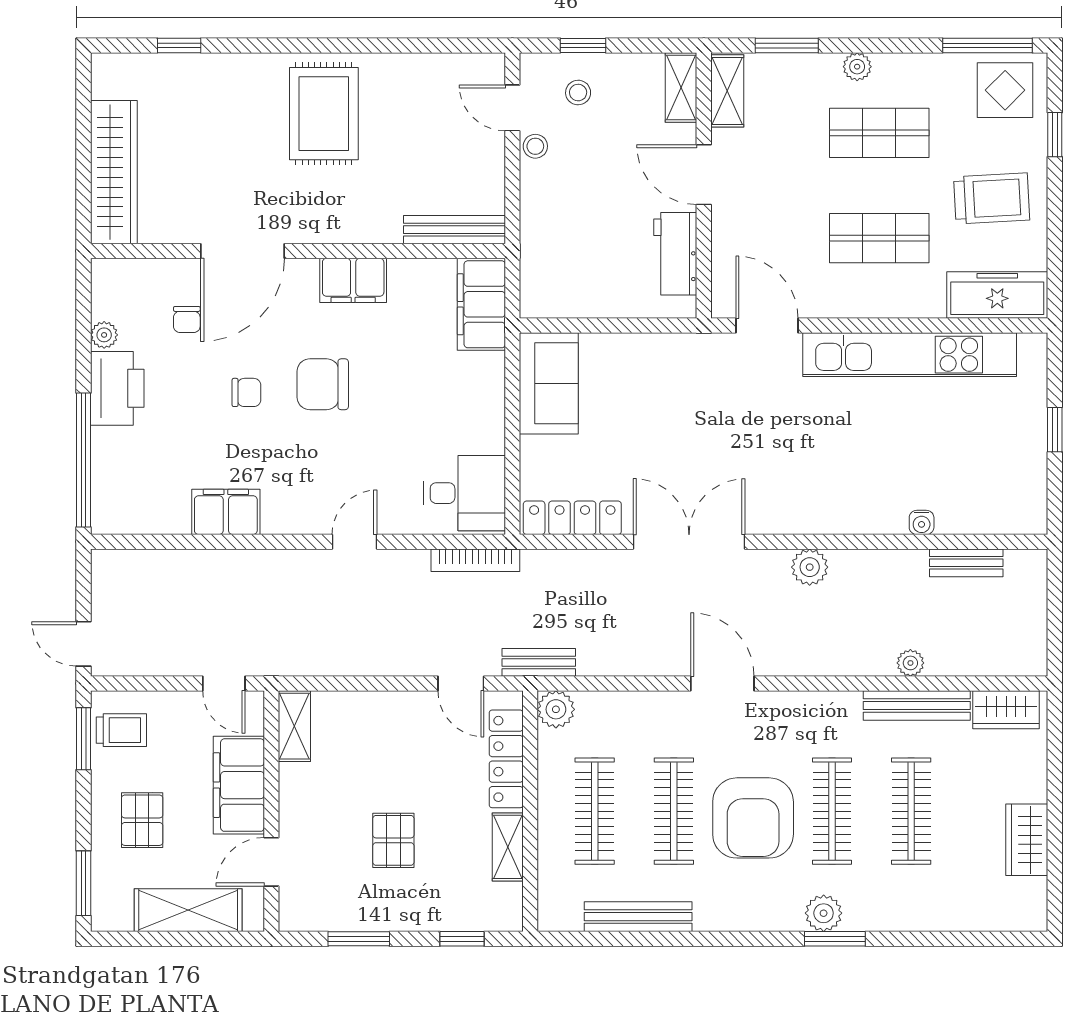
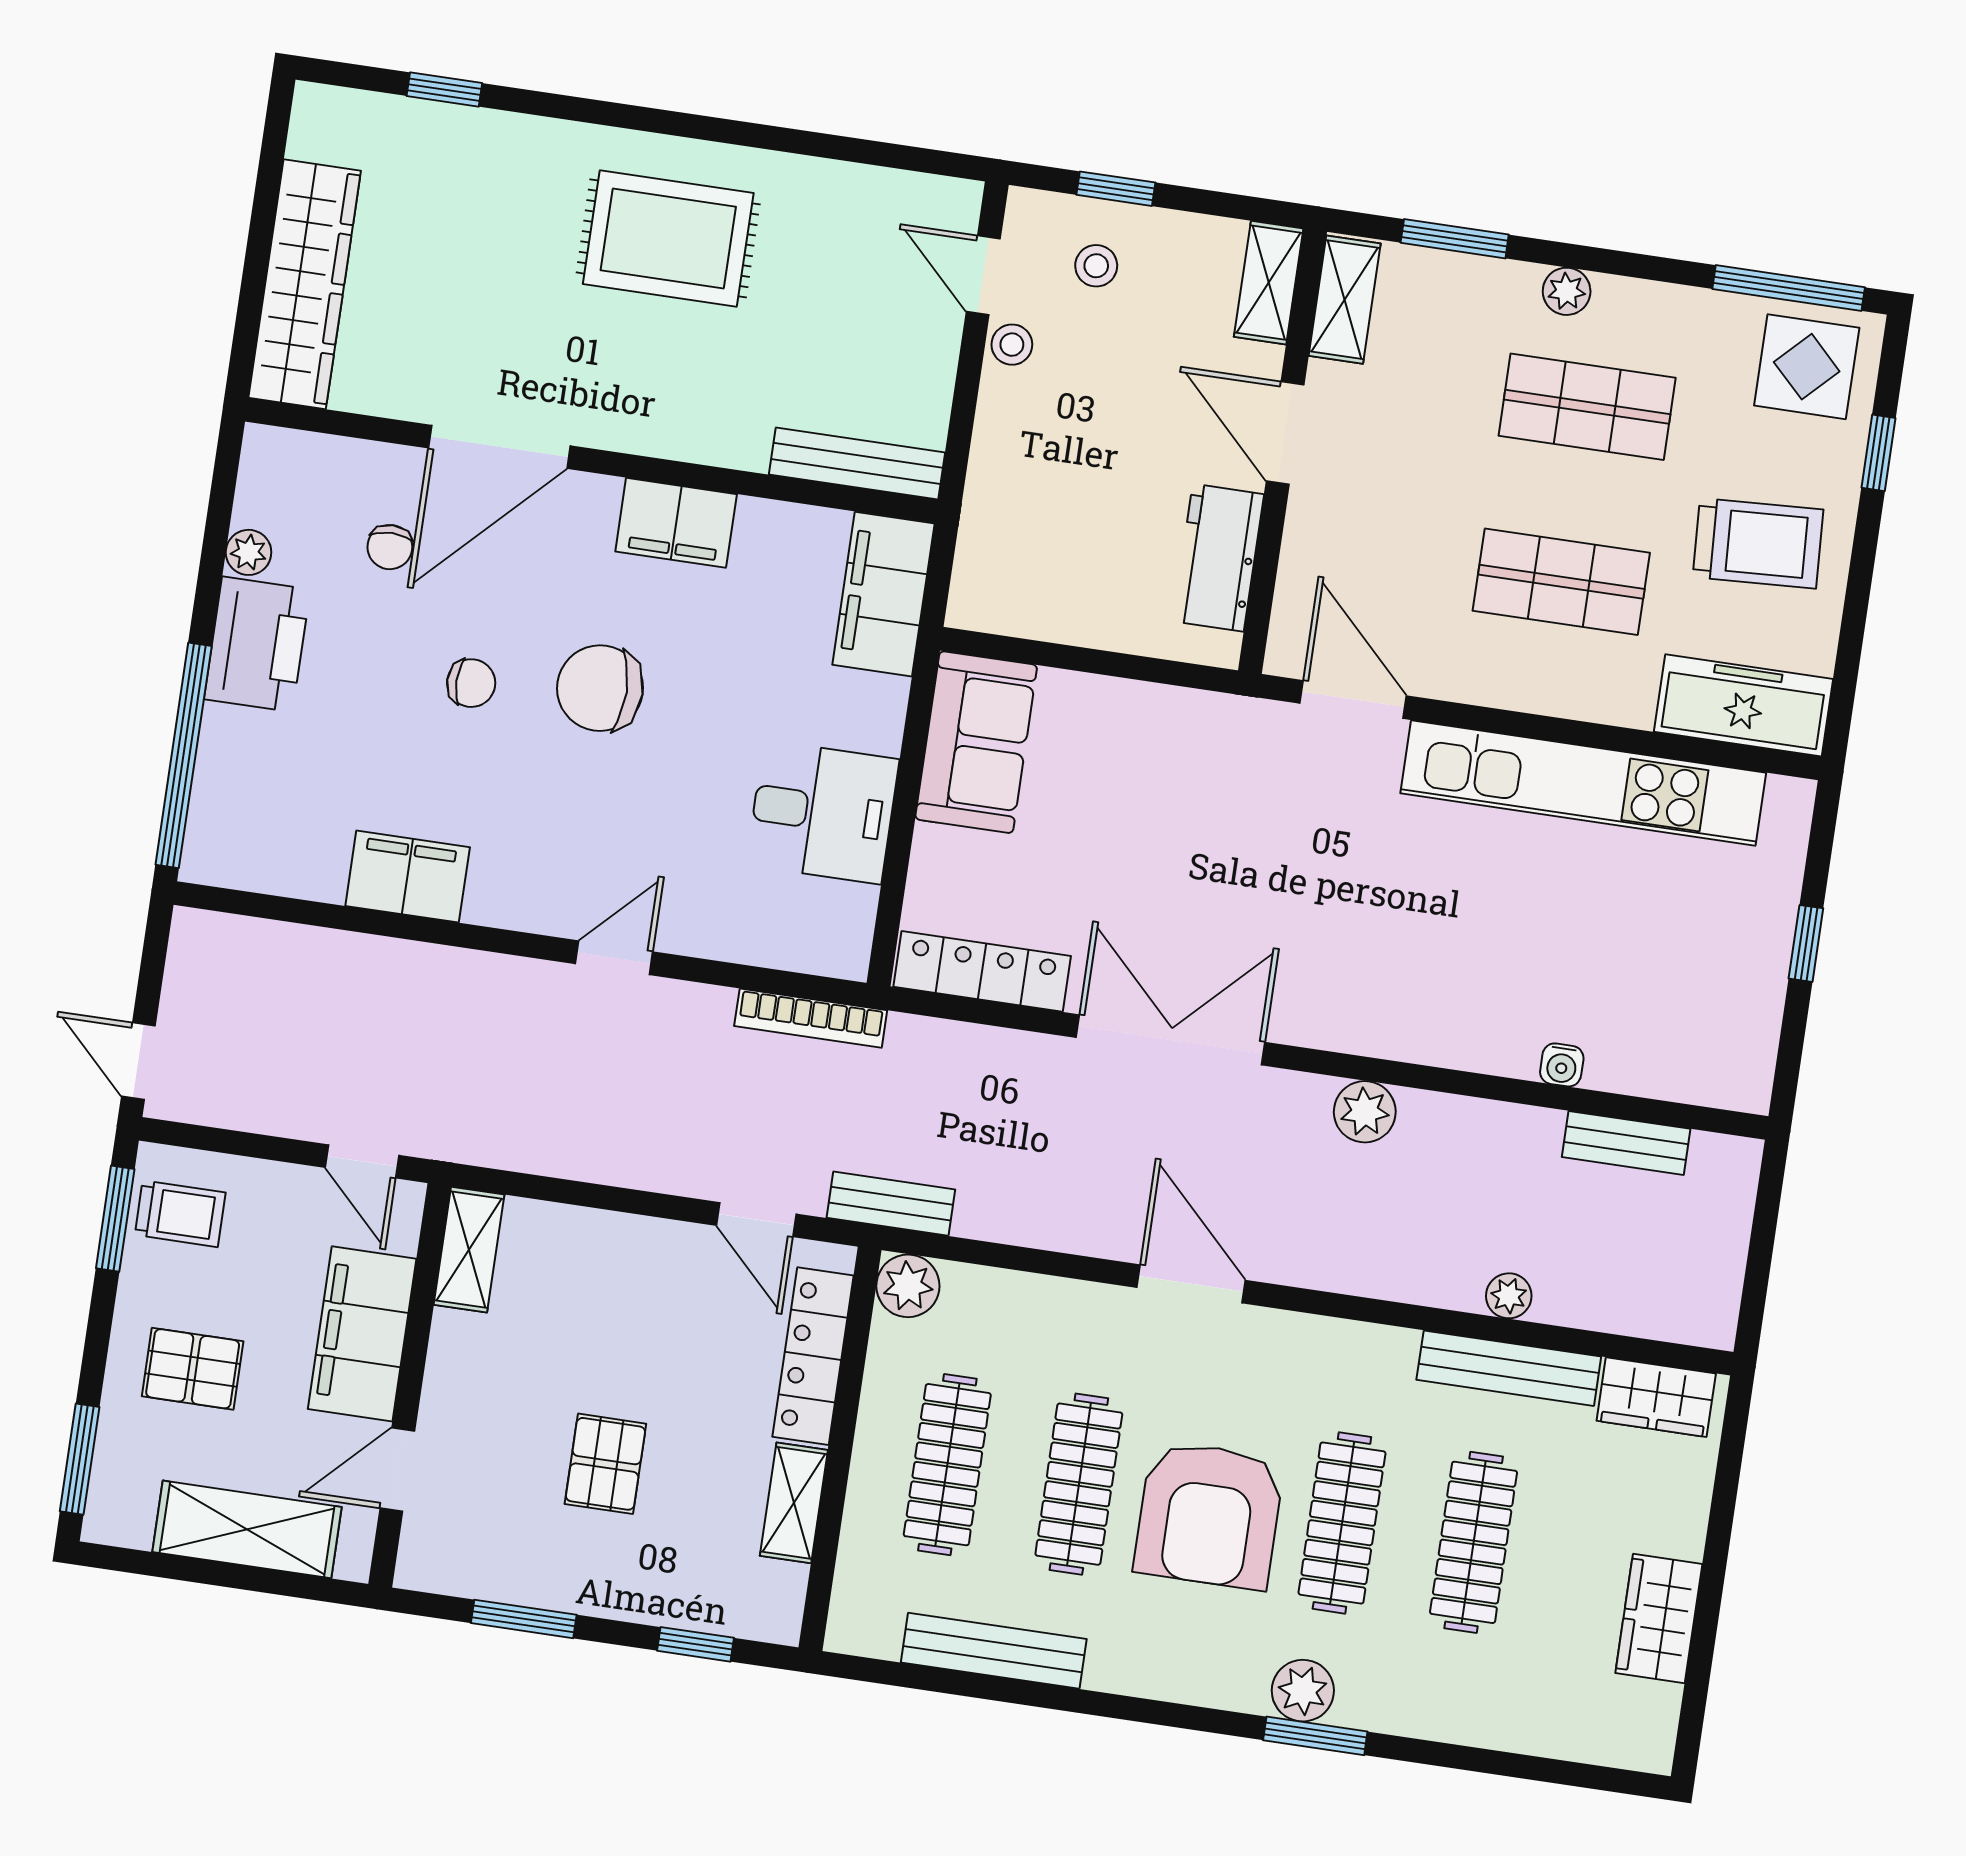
rug: (324, 114) -> (668, 239), turned 90
desk: (465, 493) -> (823, 812), moved
pallet: (142, 820) -> (193, 1369), turned 90

